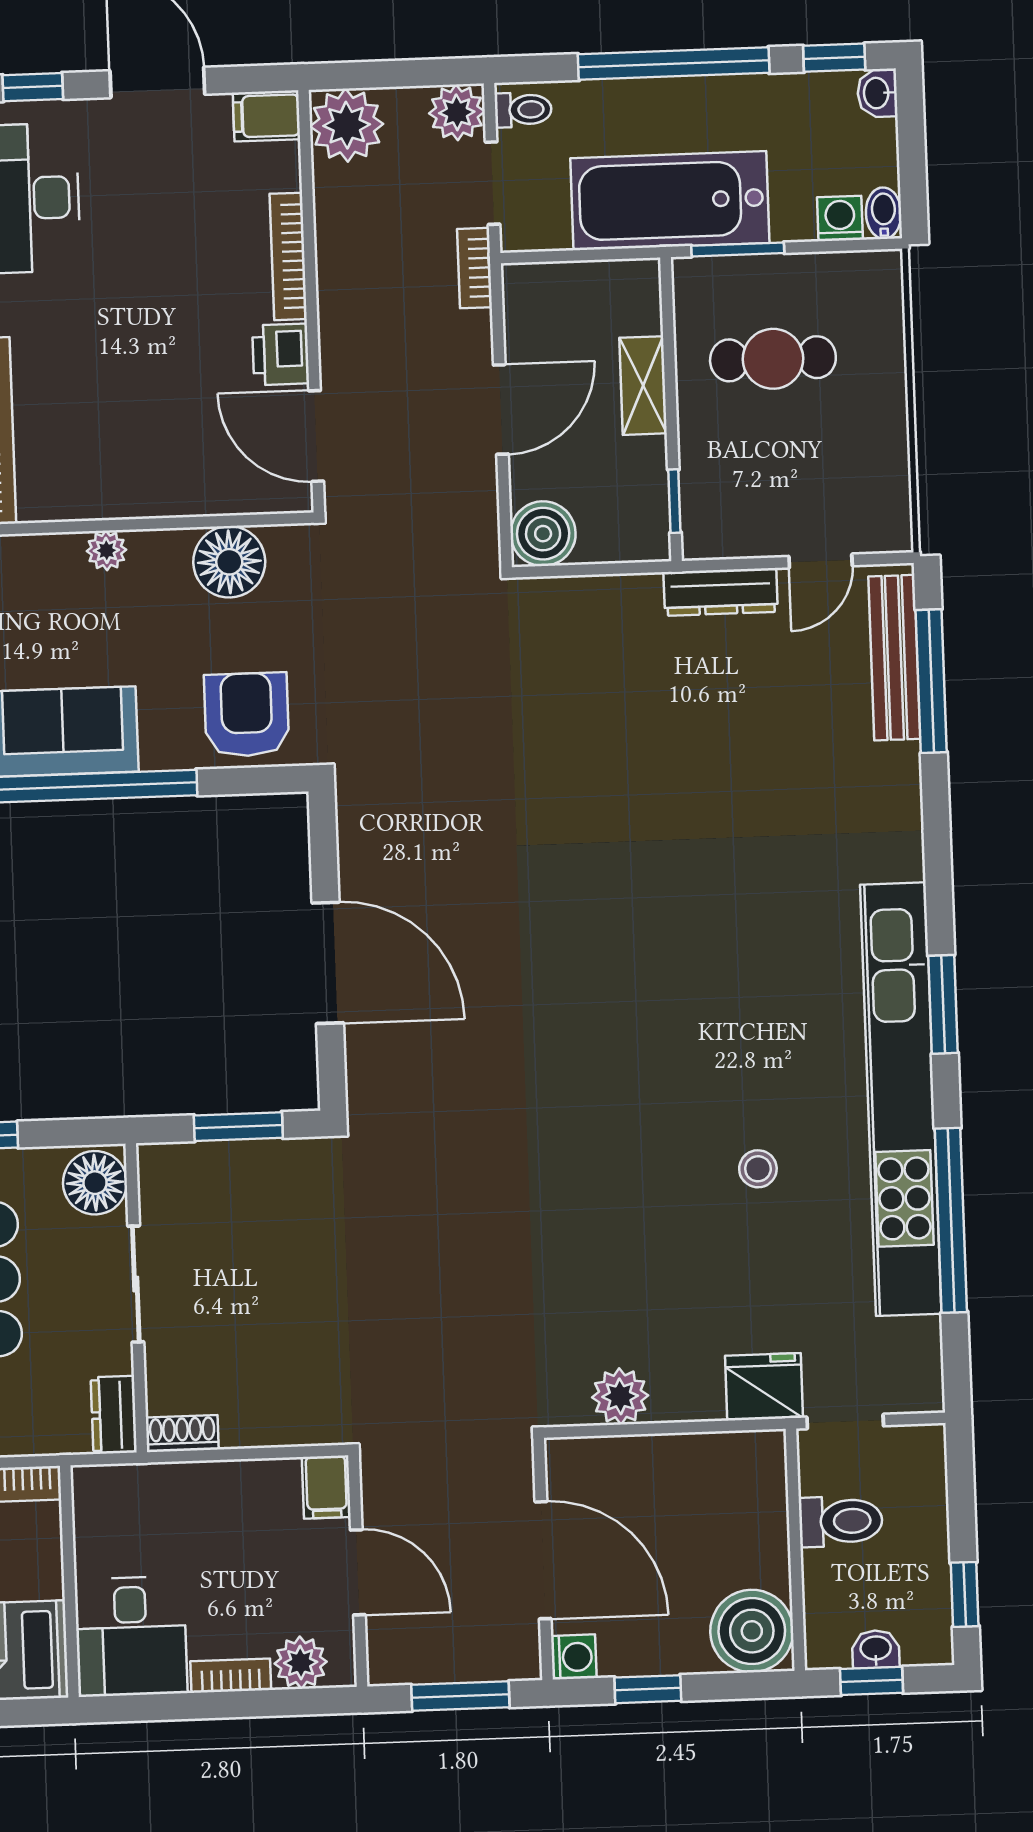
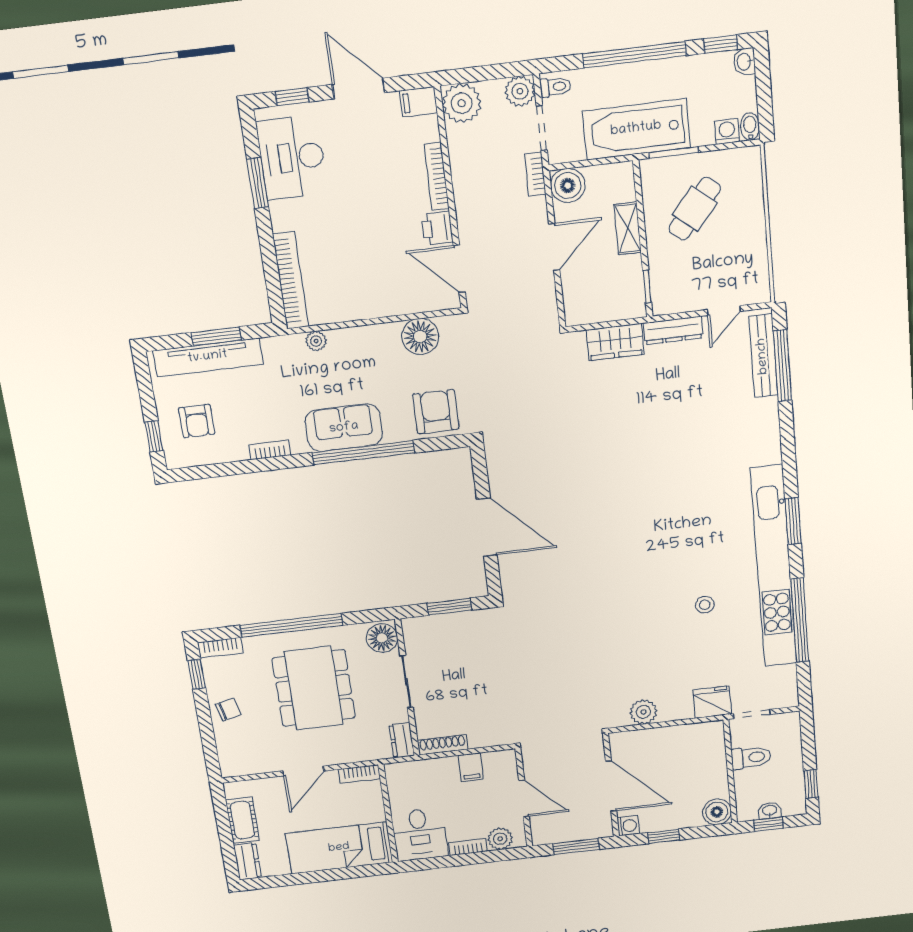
cafe table: (773, 359) -> (695, 209), turned -50
boiler: (543, 534) -> (568, 185), moved
plant: (106, 550) -> (316, 341), moved
wardrobe: (607, 605) -> (615, 342), added
shoe rack: (182, 1434) -> (443, 745), width x1.43
filing cabinet: (326, 1487) -> (471, 767), moved
boiler: (752, 1631) -> (717, 812), width x0.73, depth x0.73

